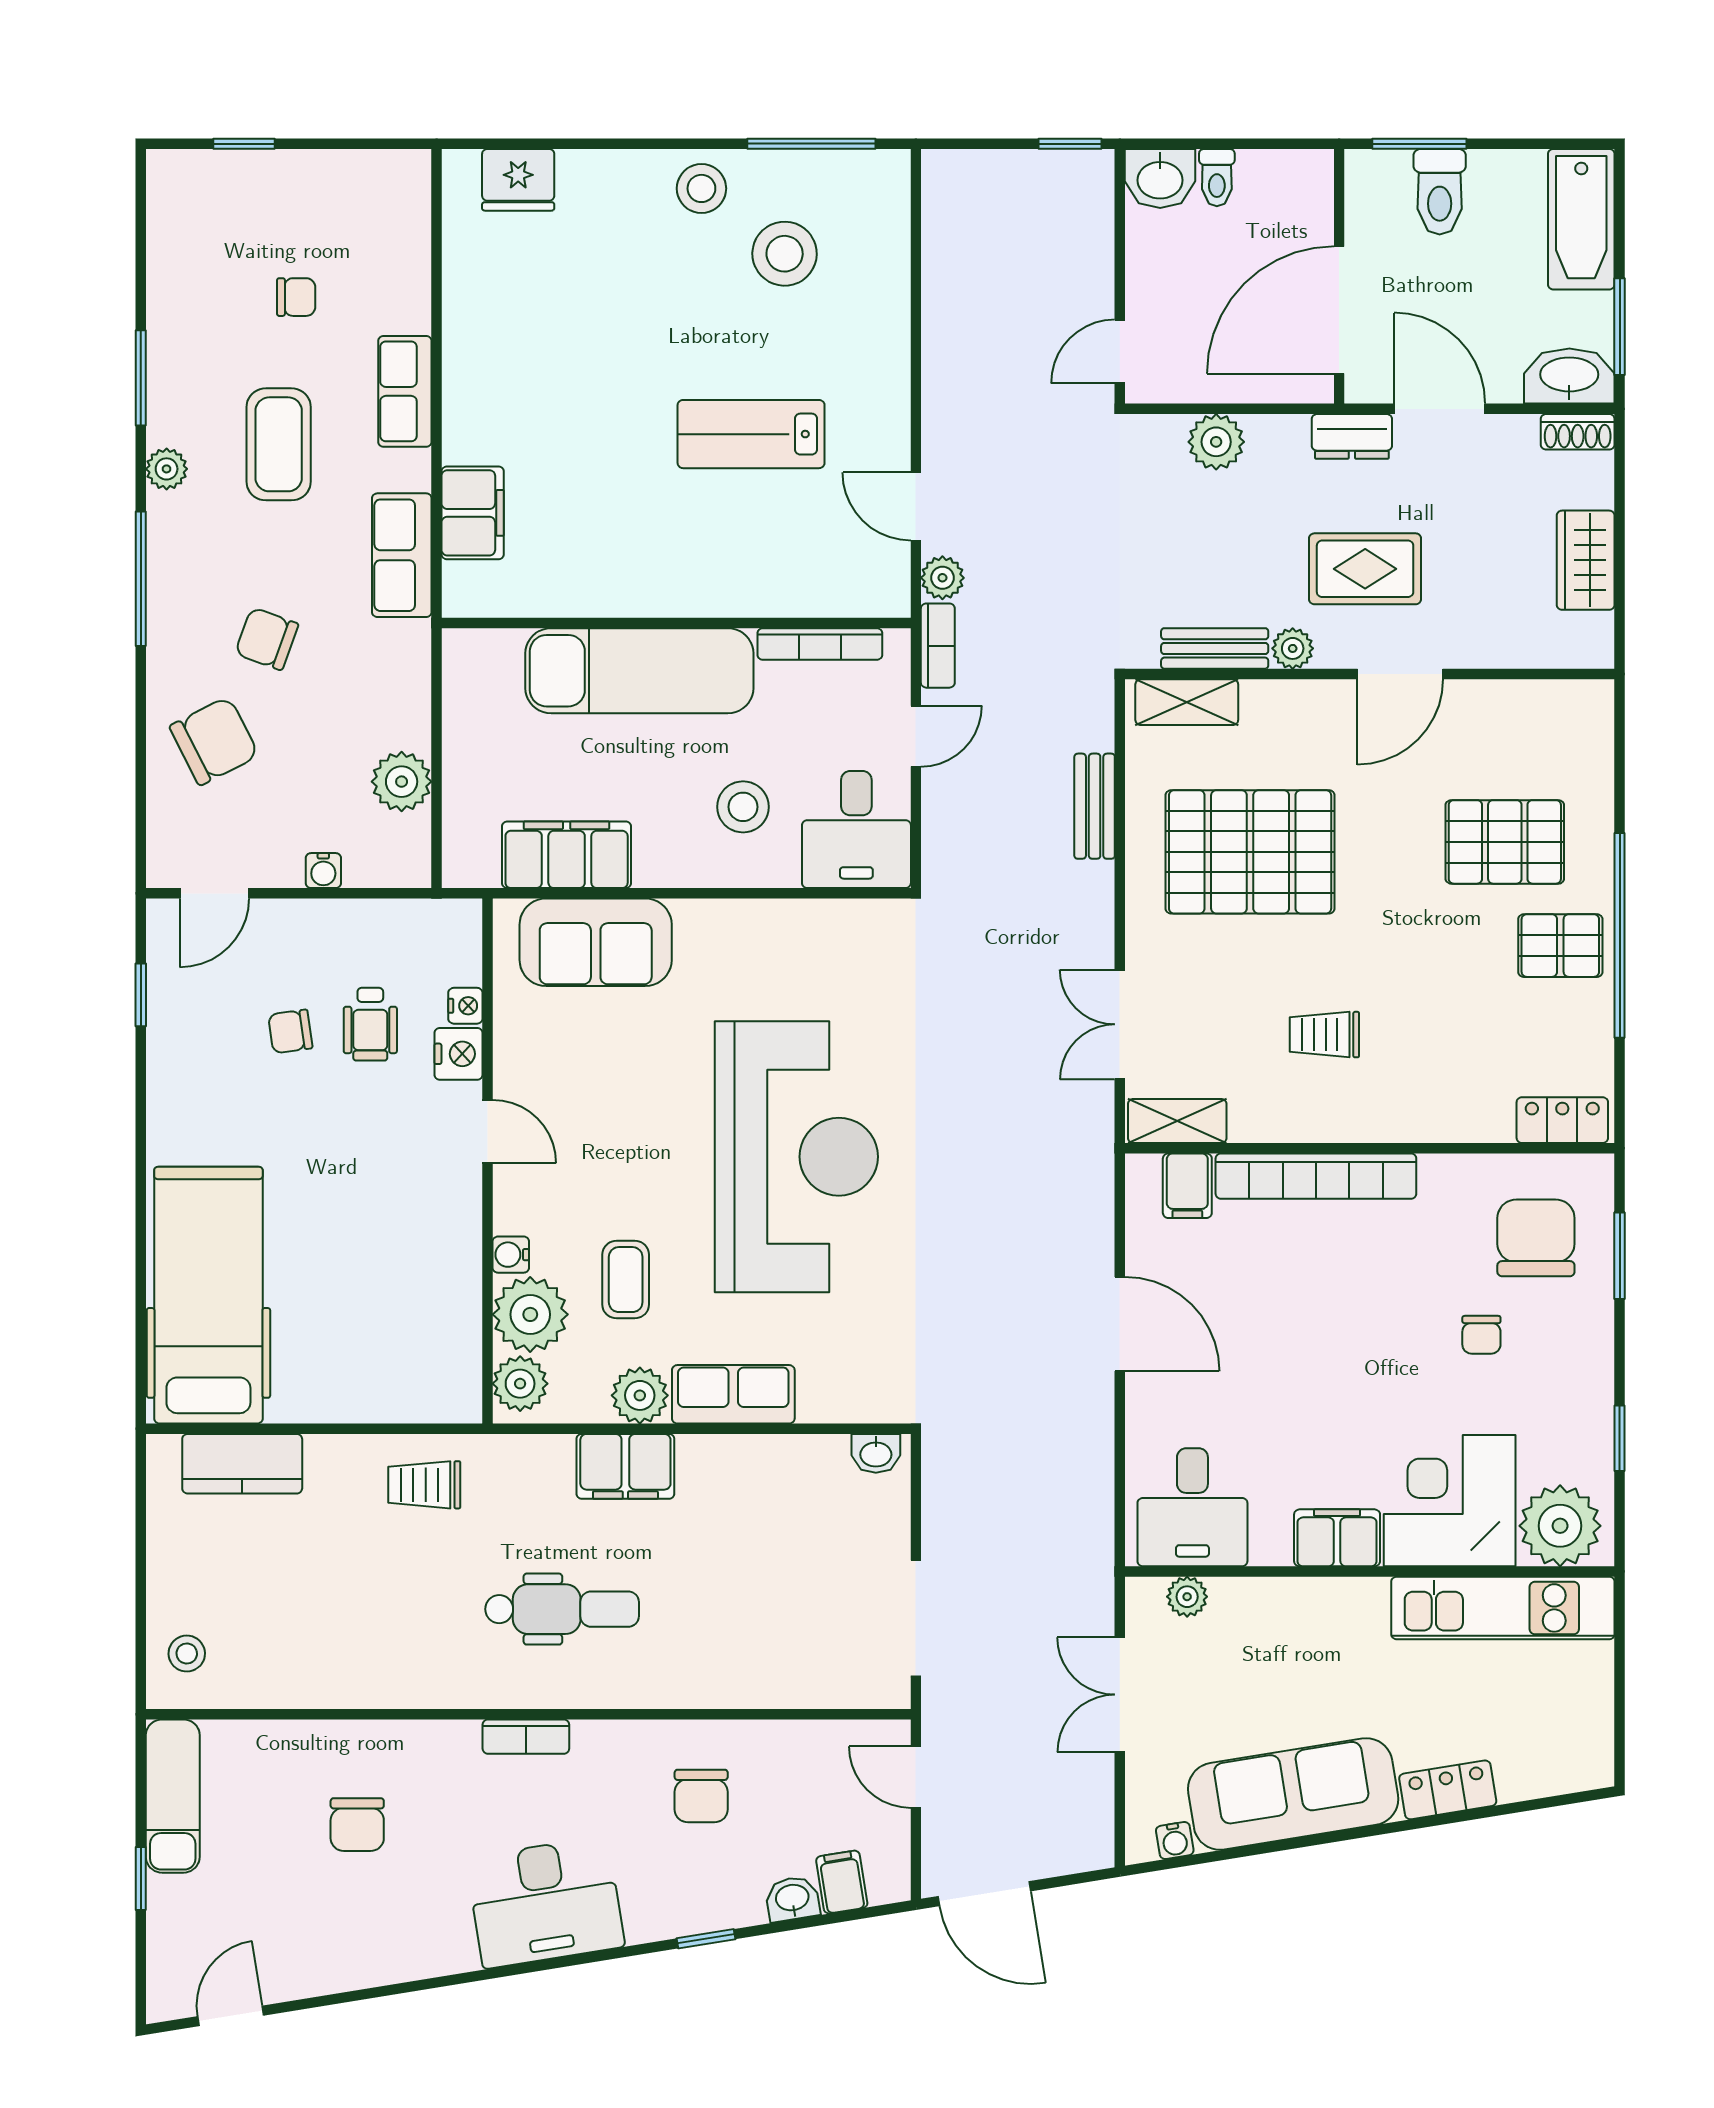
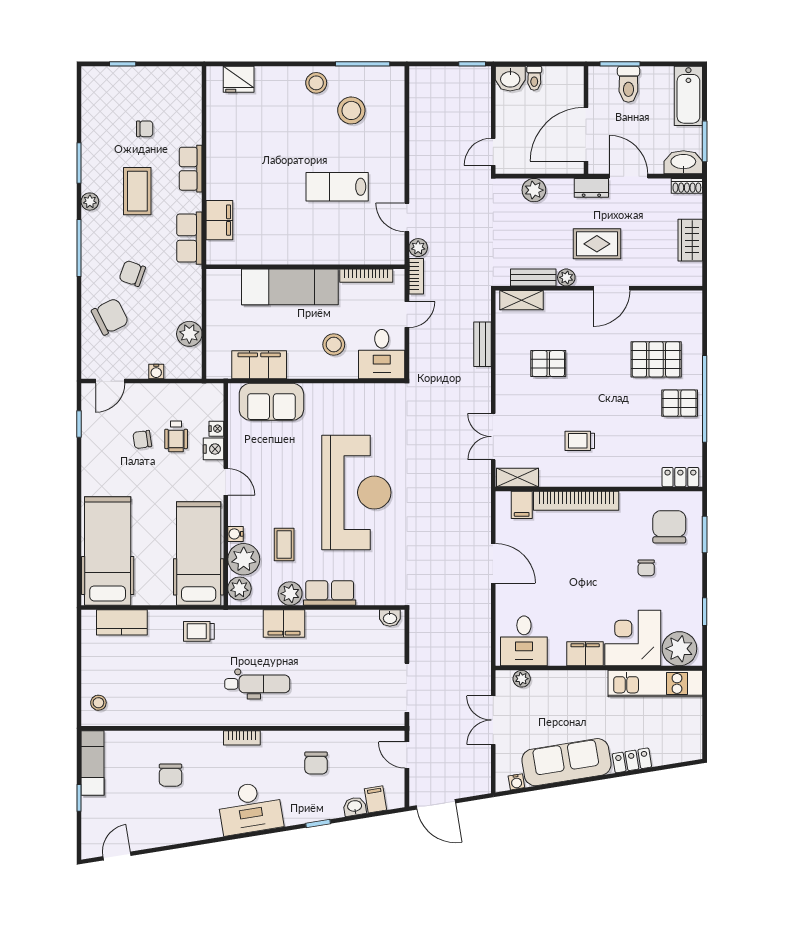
pallet: (1250, 852) -> (548, 364), width x0.49, depth x0.50
hospital bed: (424, 1301) -> (199, 554), added

